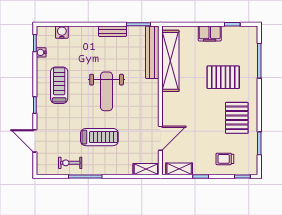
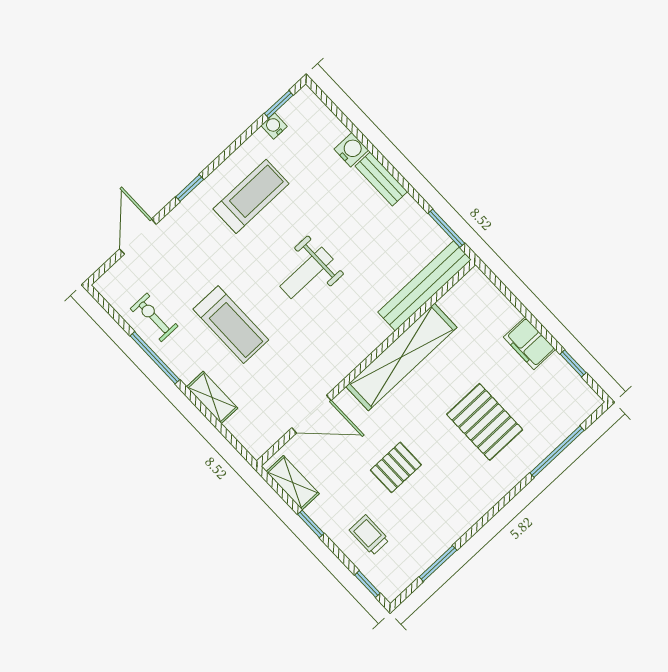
bench: (112, 31) -> (381, 179), moved
water cooler: (62, 32) -> (351, 150), moved
shelving: (170, 61) -> (401, 357), moved
weight bench: (107, 91) -> (306, 273), width x0.73, depth x0.75
pallet: (237, 118) -> (396, 467), moved, width x0.67, depth x0.71
shelving: (146, 169) -> (212, 397), moved

